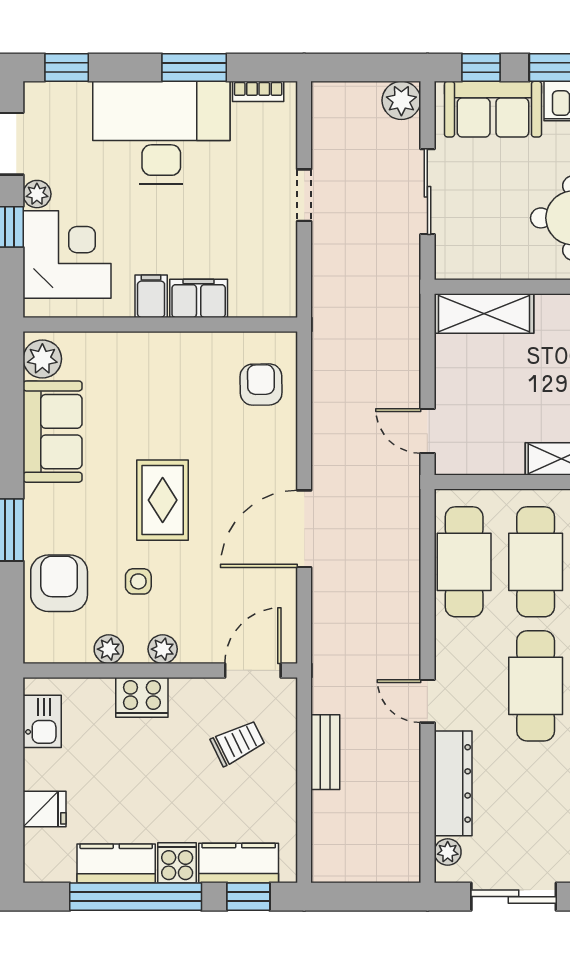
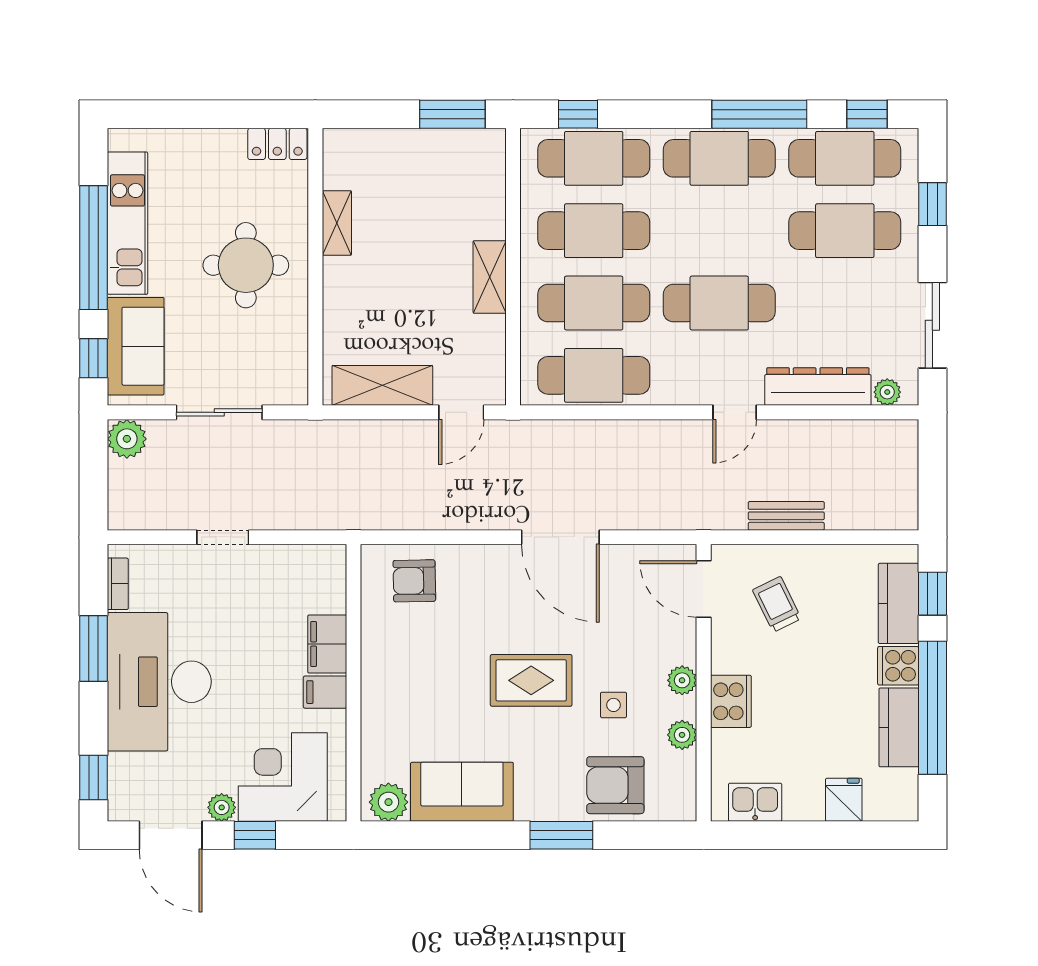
shelving: (484, 313) -> (382, 385), moved, turned 90

